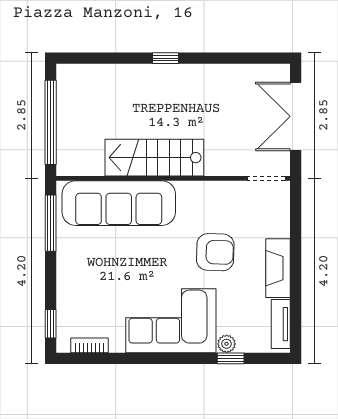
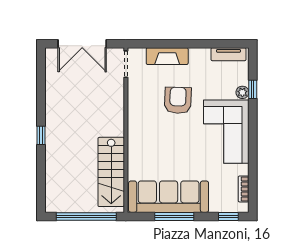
stairs: (154, 158) -> (111, 172), moved
sofa: (119, 203) -> (169, 197), moved, turned -90
window: (51, 223) -> (174, 216), moved
fireplace: (278, 268) -> (167, 56), moved

